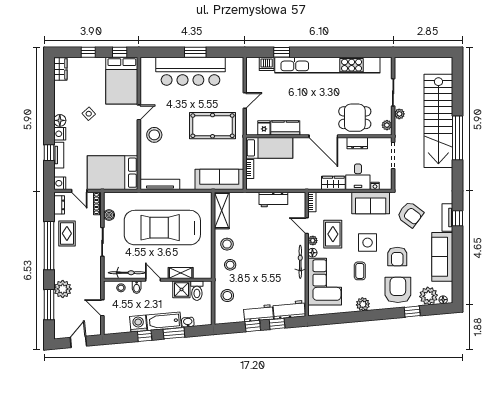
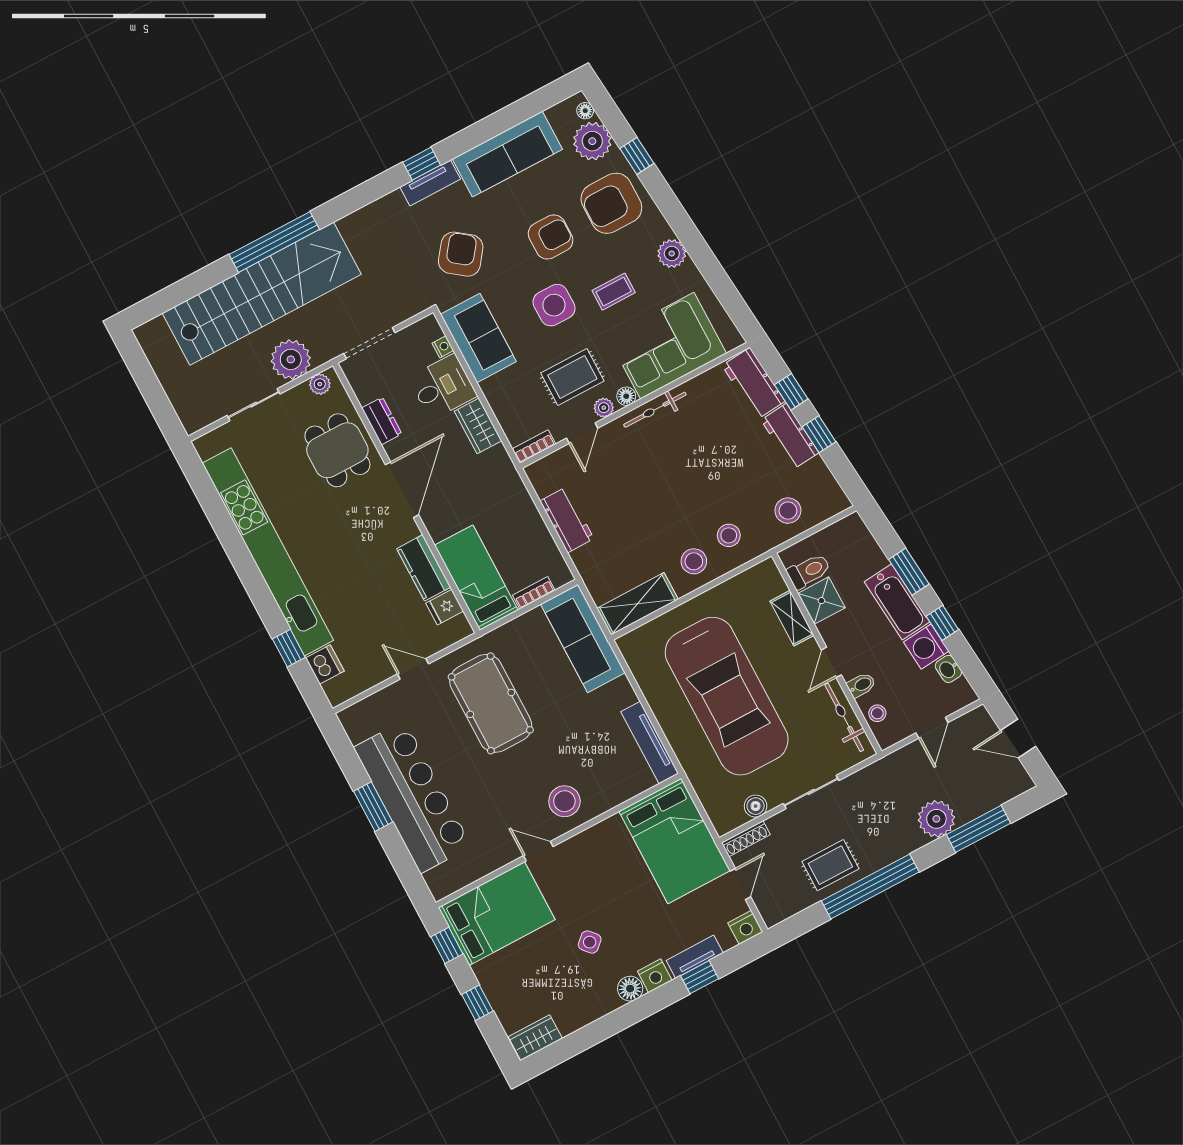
plant: (399, 114) -> (291, 359), width x1.87, depth x1.87
dresser: (59, 205) -> (786, 908), removed
washbasin: (188, 322) -> (948, 669), moved

